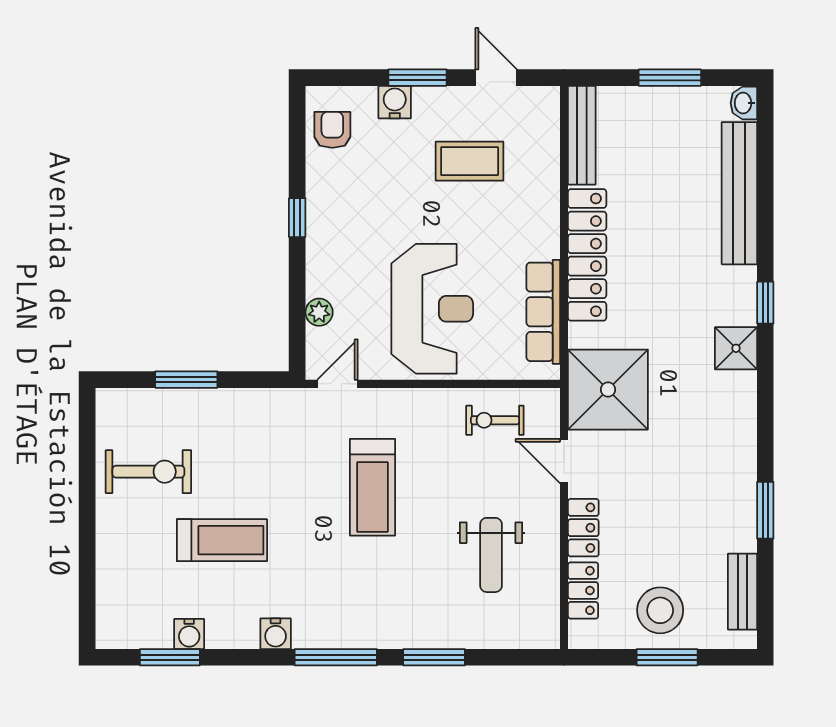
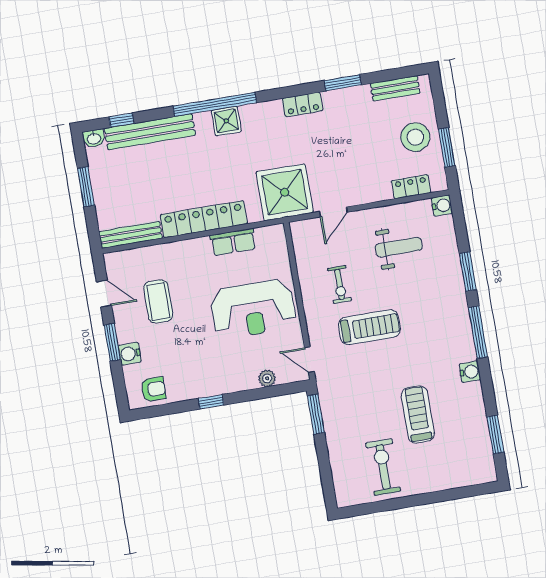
door: (496, 78) -> (104, 294), swing flipped
armchair: (332, 130) -> (153, 389), turned 180
window: (765, 151) -> (121, 120), added
window: (765, 303) -> (215, 104), width x3.17
reception desk: (432, 309) -> (253, 309), turned 180
row of seats: (543, 312) -> (233, 242), width x0.68
shower: (736, 348) -> (226, 121), moved
window: (186, 380) -> (316, 414), moved
exercise bike: (495, 420) -> (340, 285), moved
locker: (583, 528) -> (303, 104), moved, turned 180
water cooler: (189, 634) -> (442, 206), moved
window: (667, 657) -> (447, 147), moved

